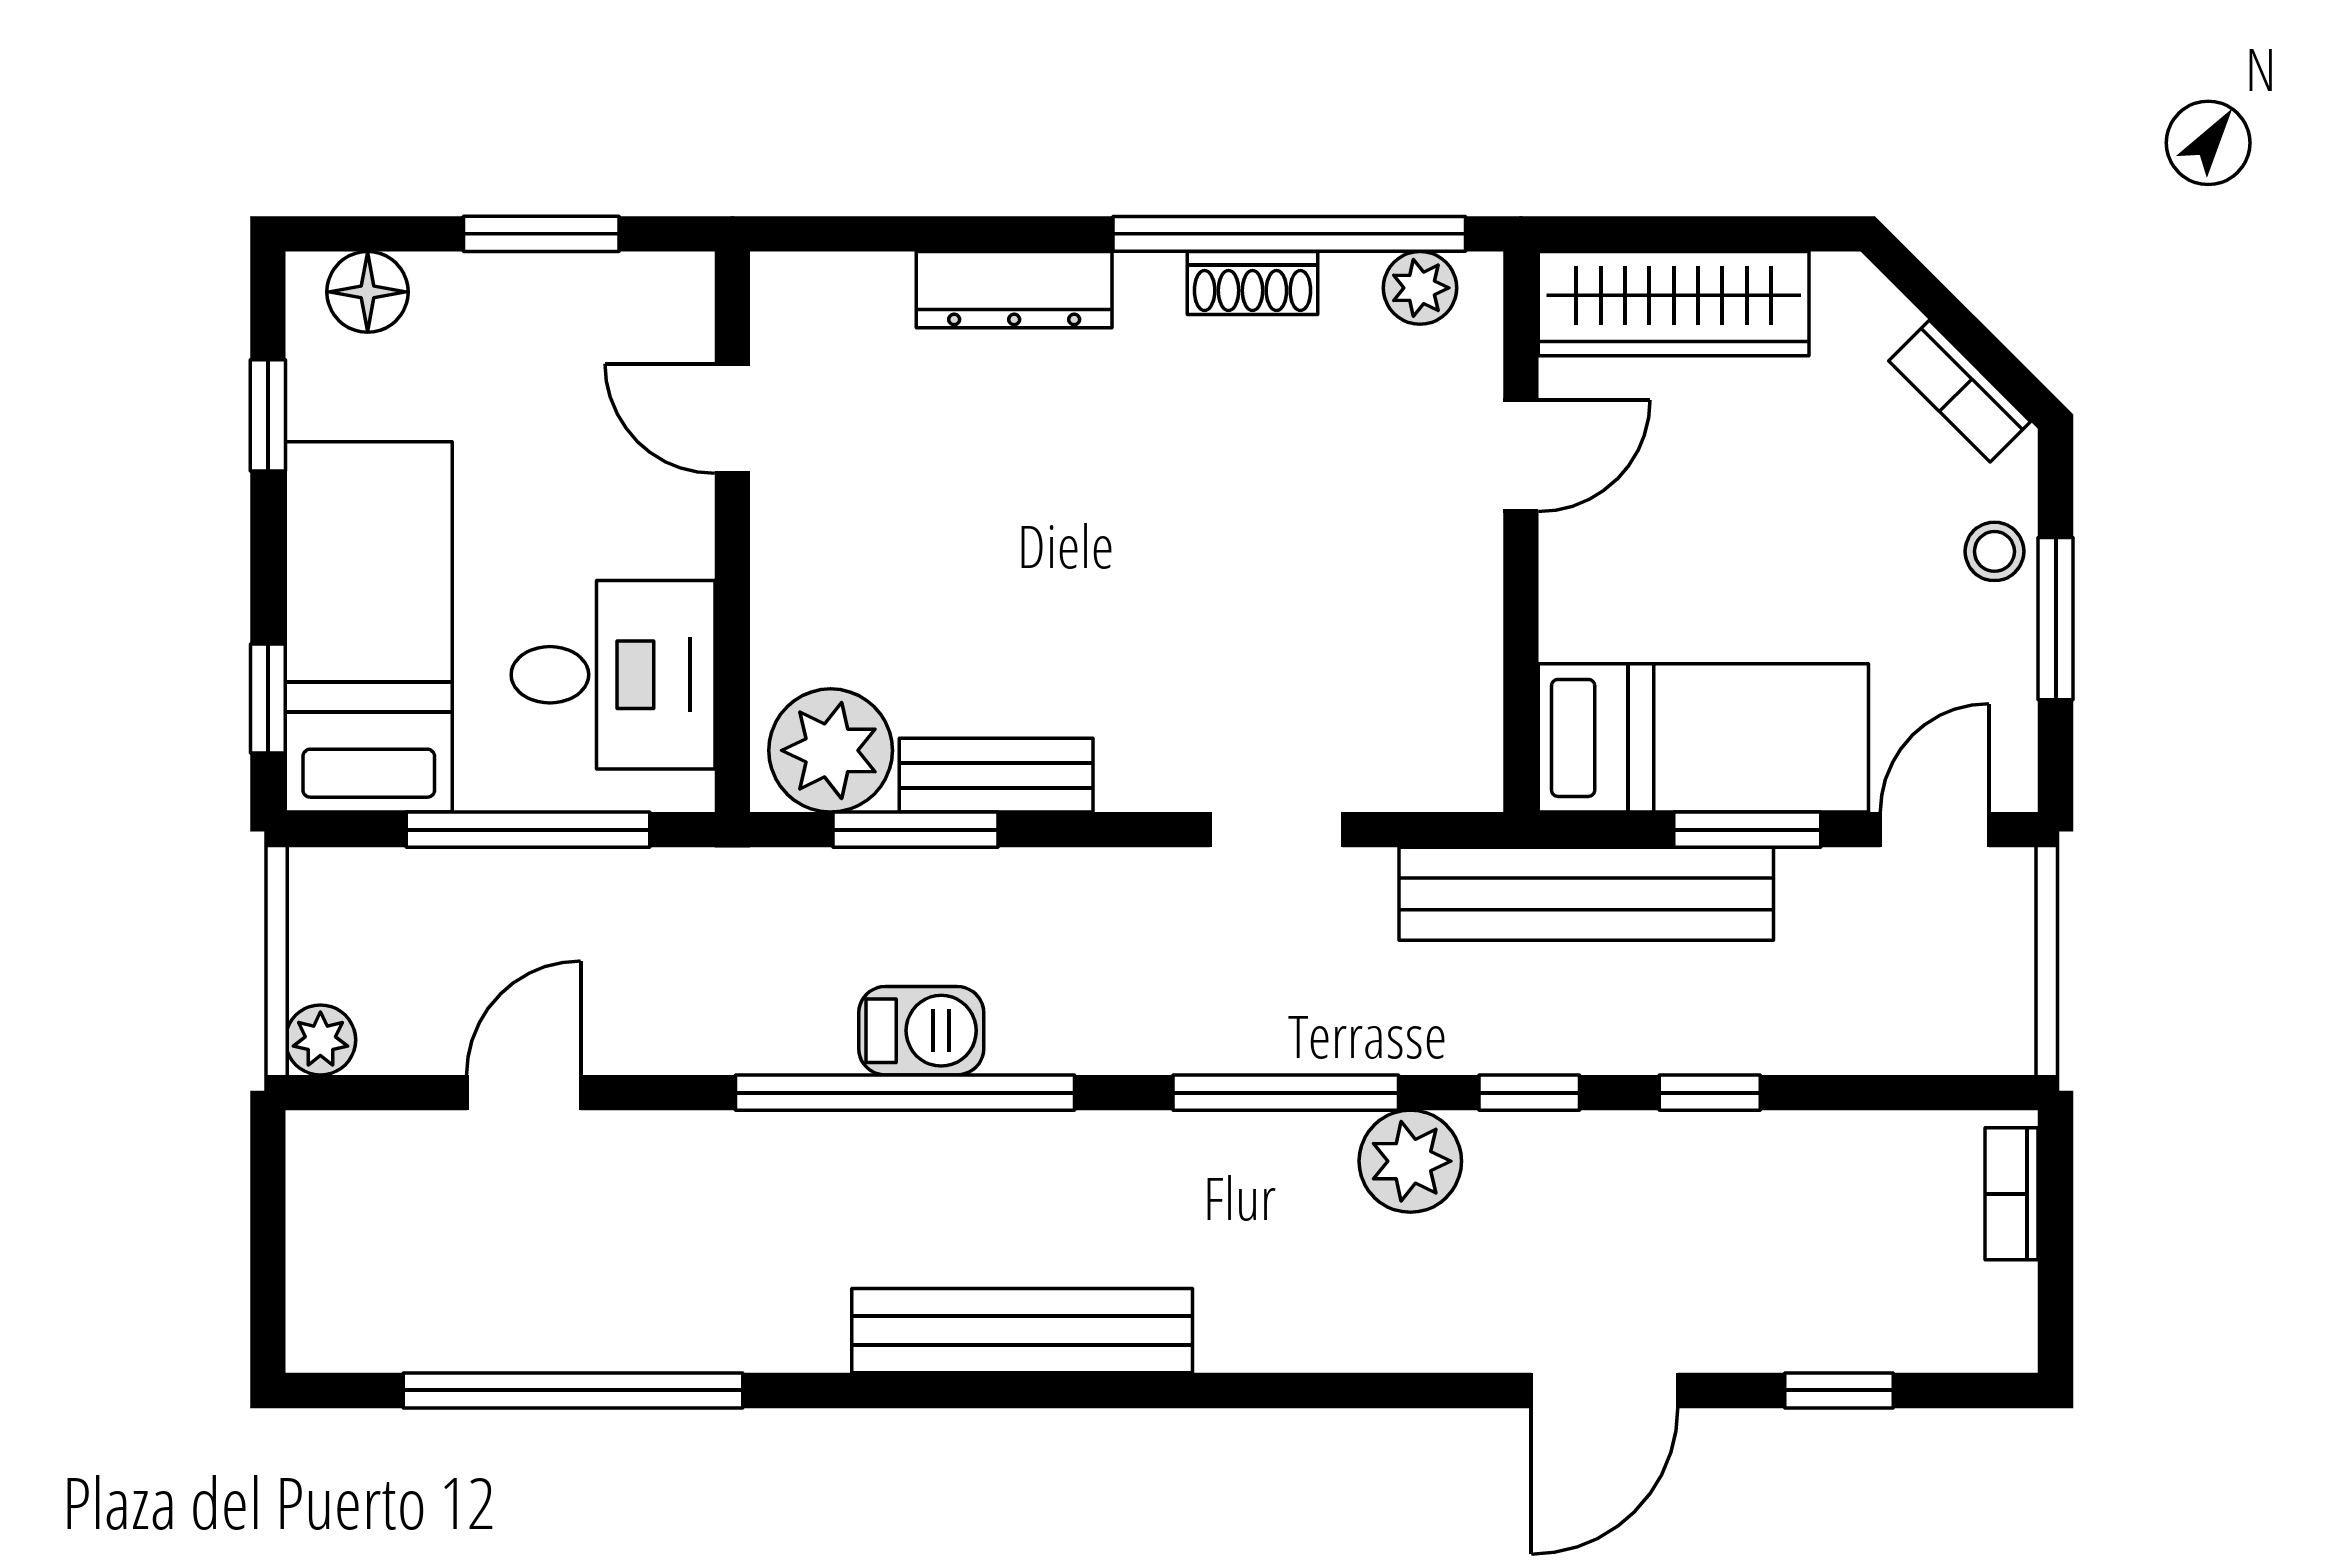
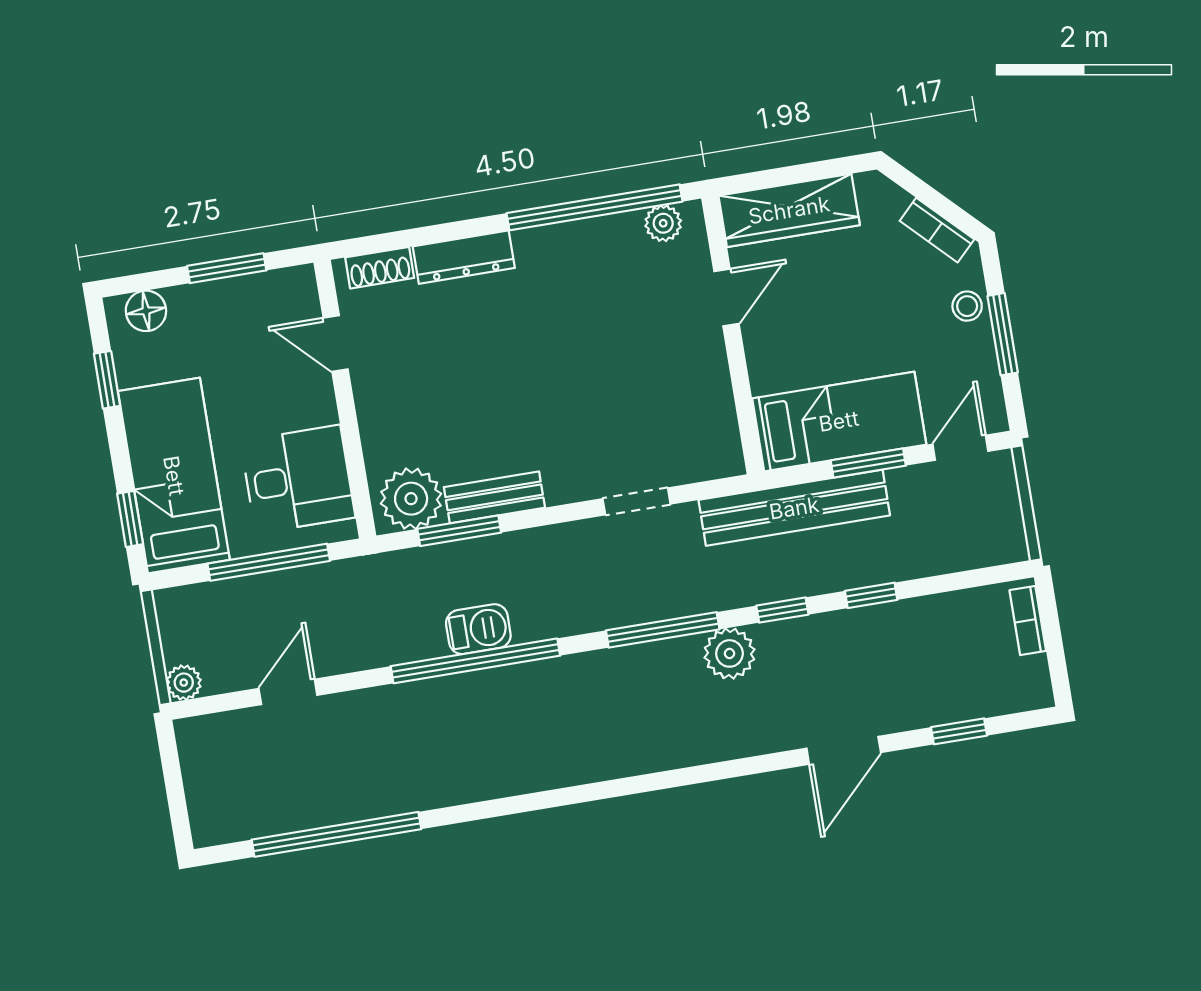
shoe rack: (1252, 283) -> (380, 268), moved
bench: (1022, 1331) -> (552, 768), removed

